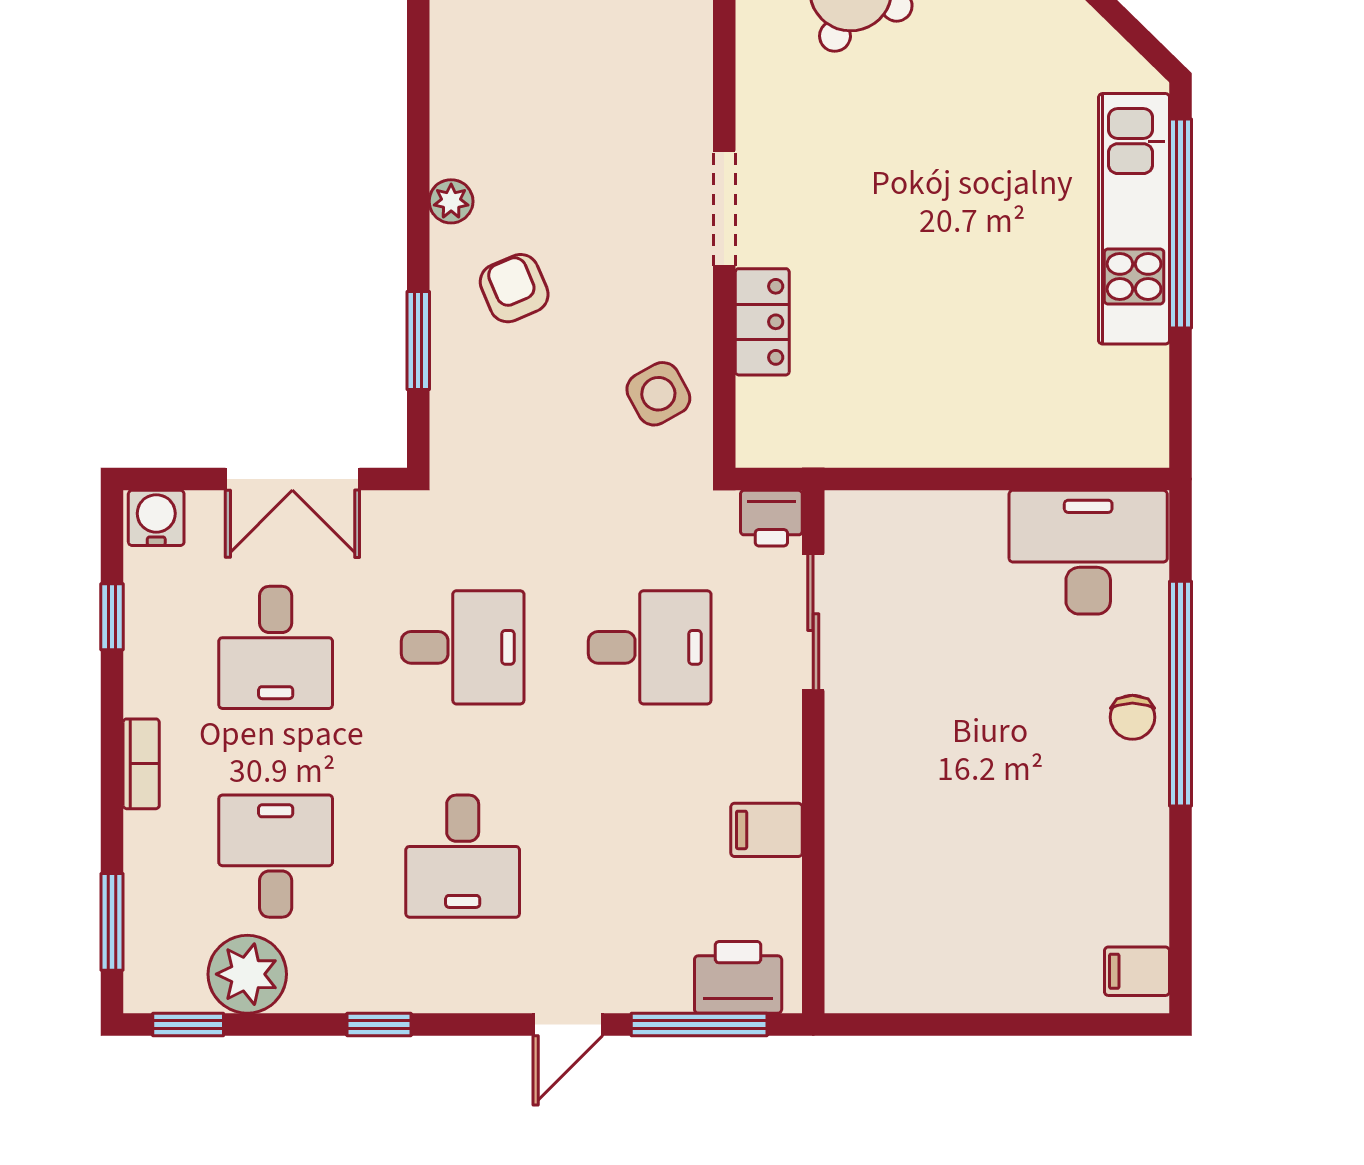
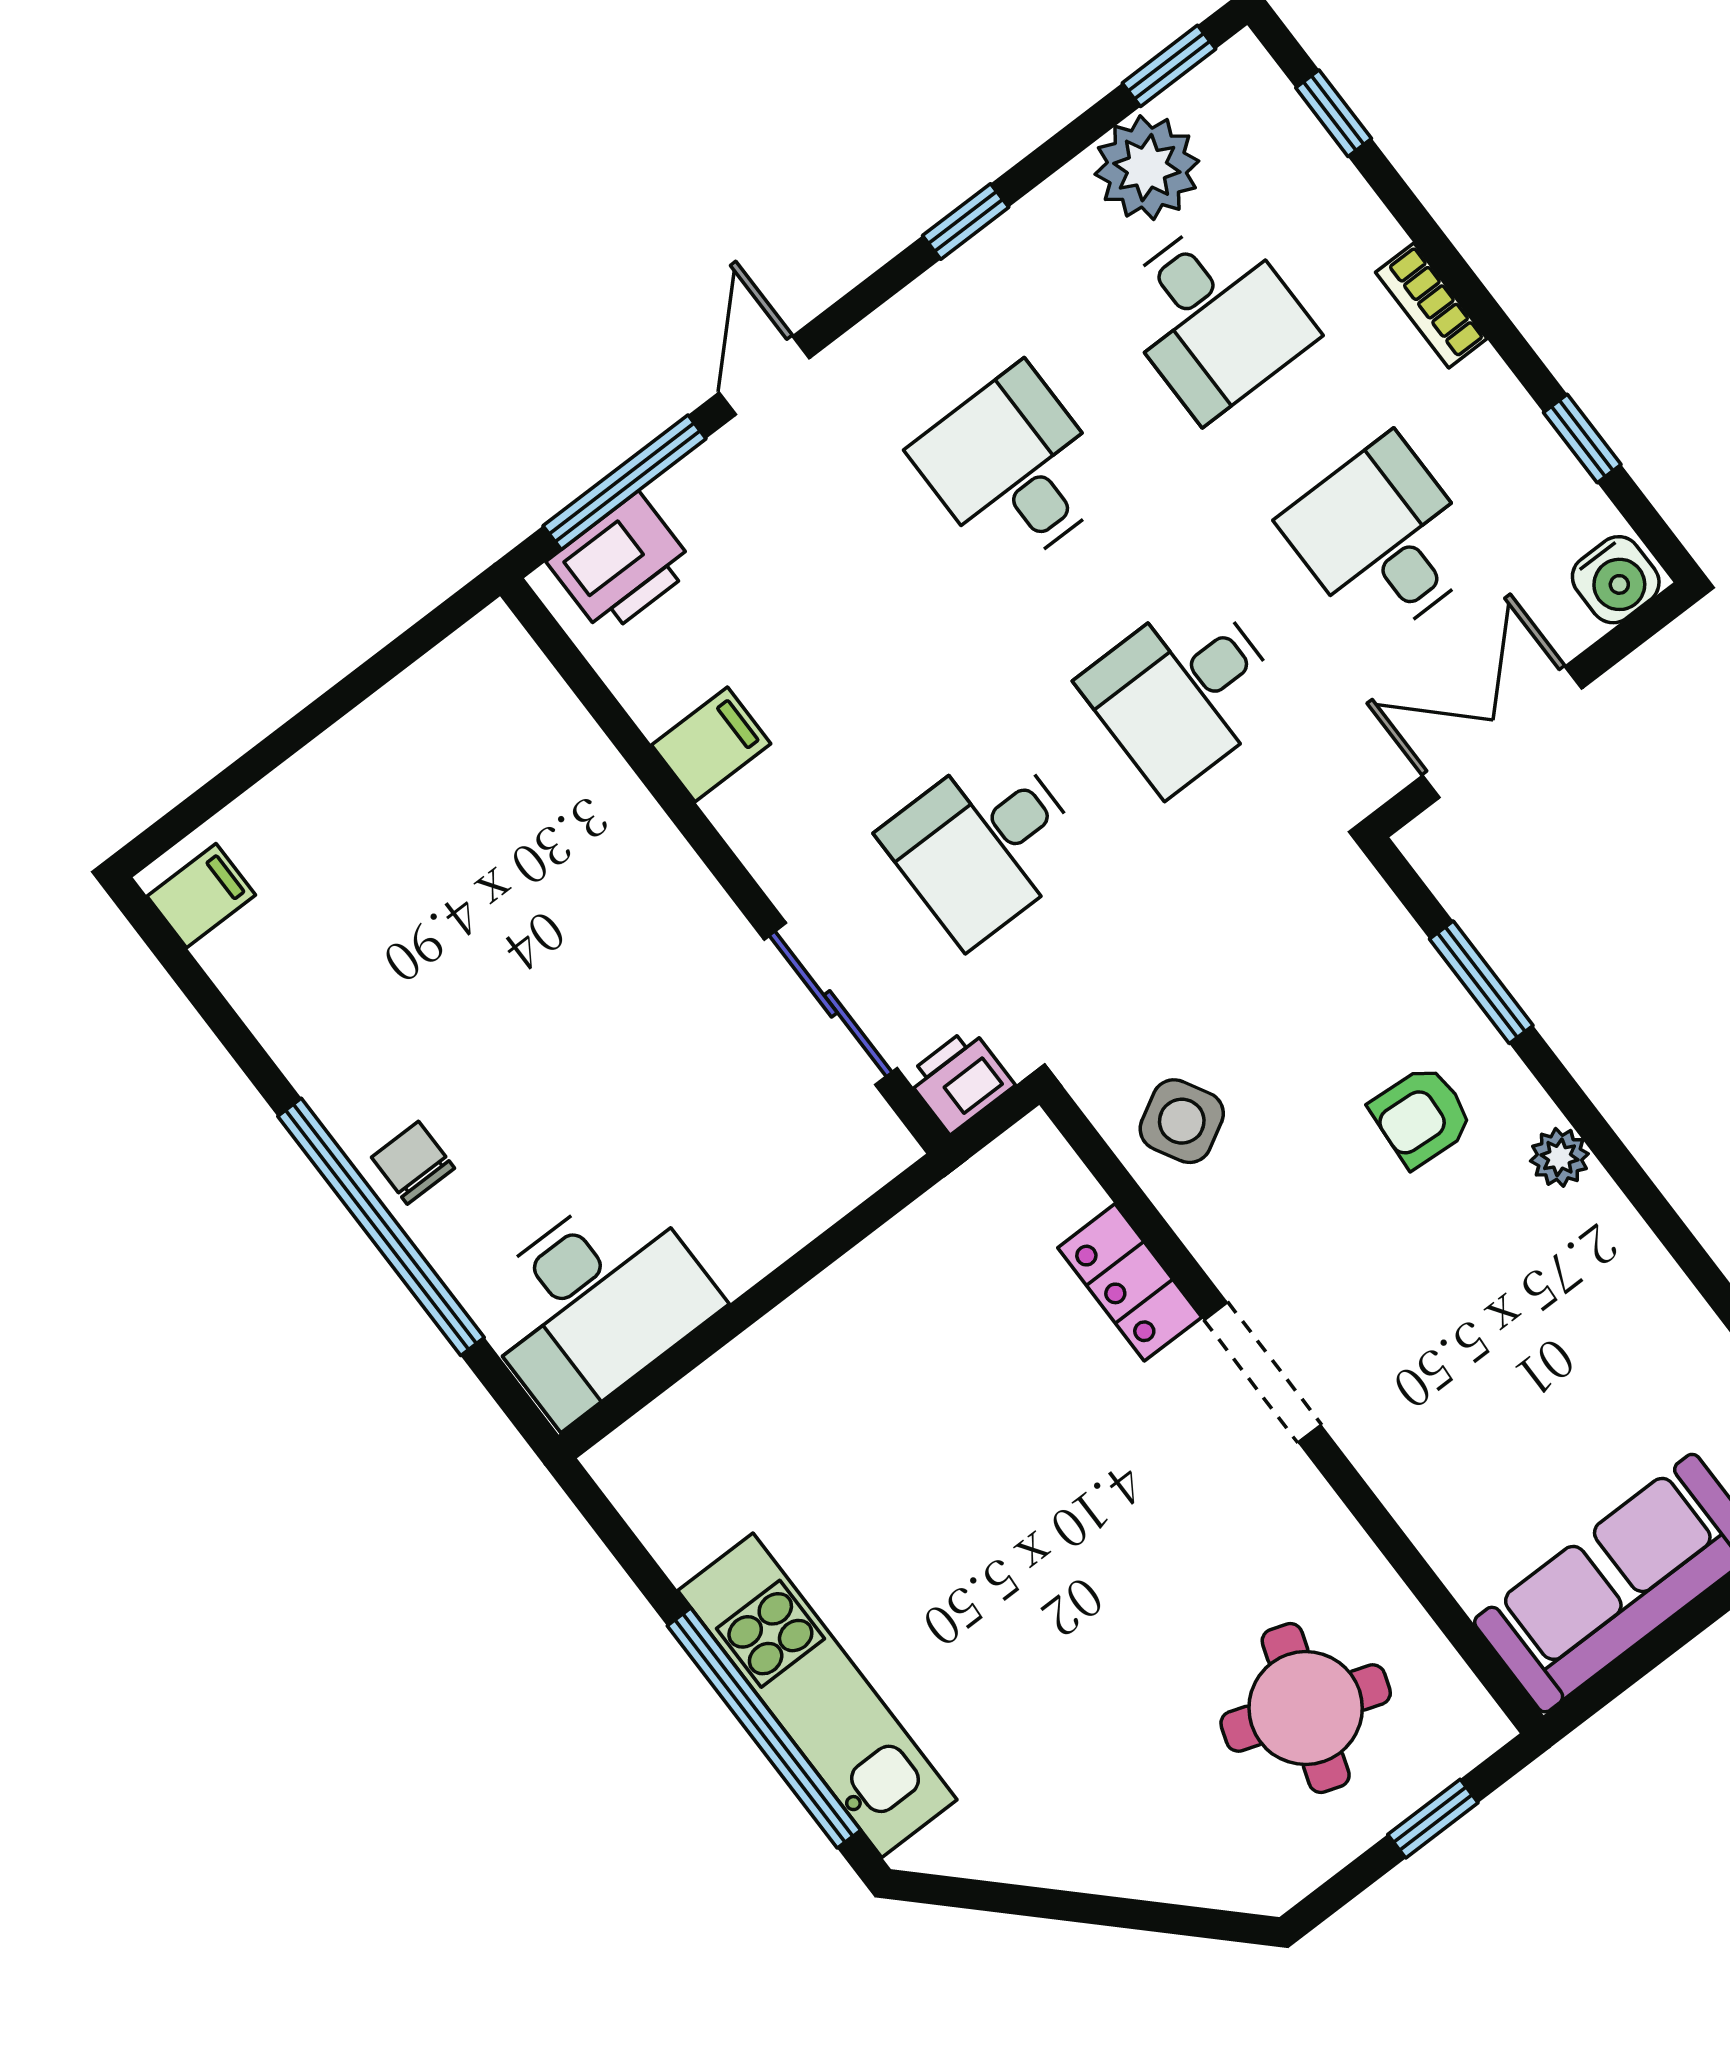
armchair: (514, 288) -> (1421, 1116), turned 117
window: (112, 922) -> (1334, 113), width x0.67

